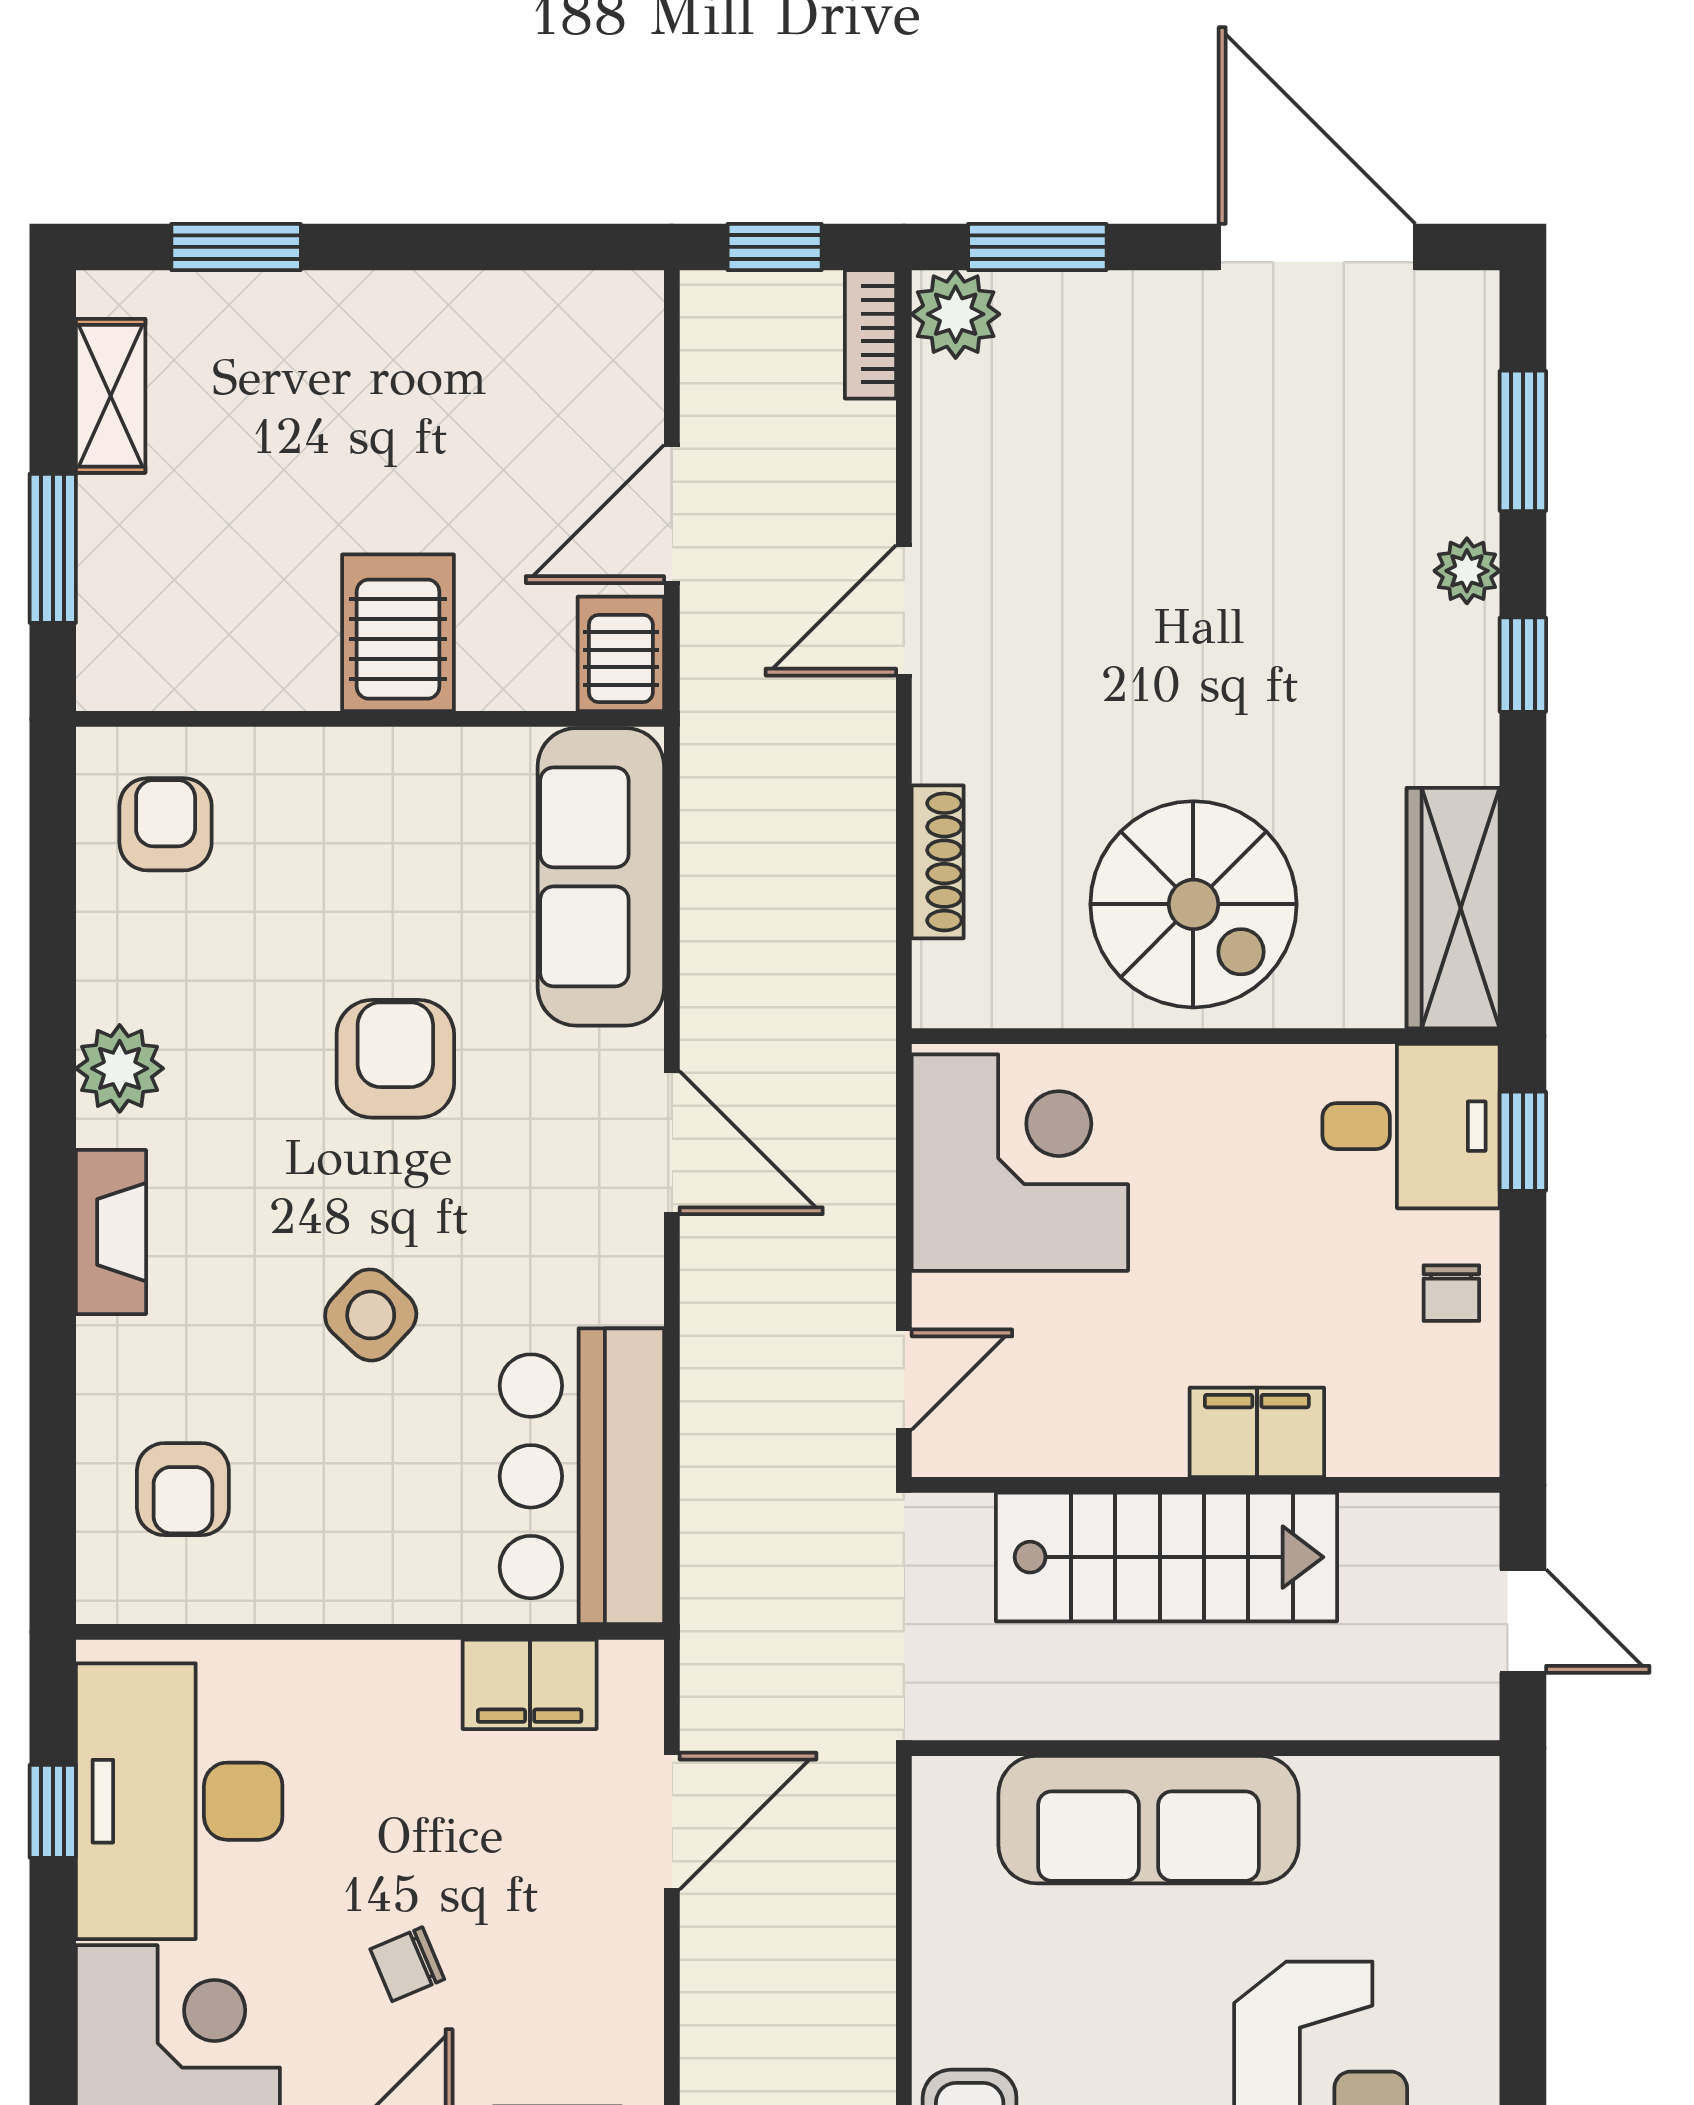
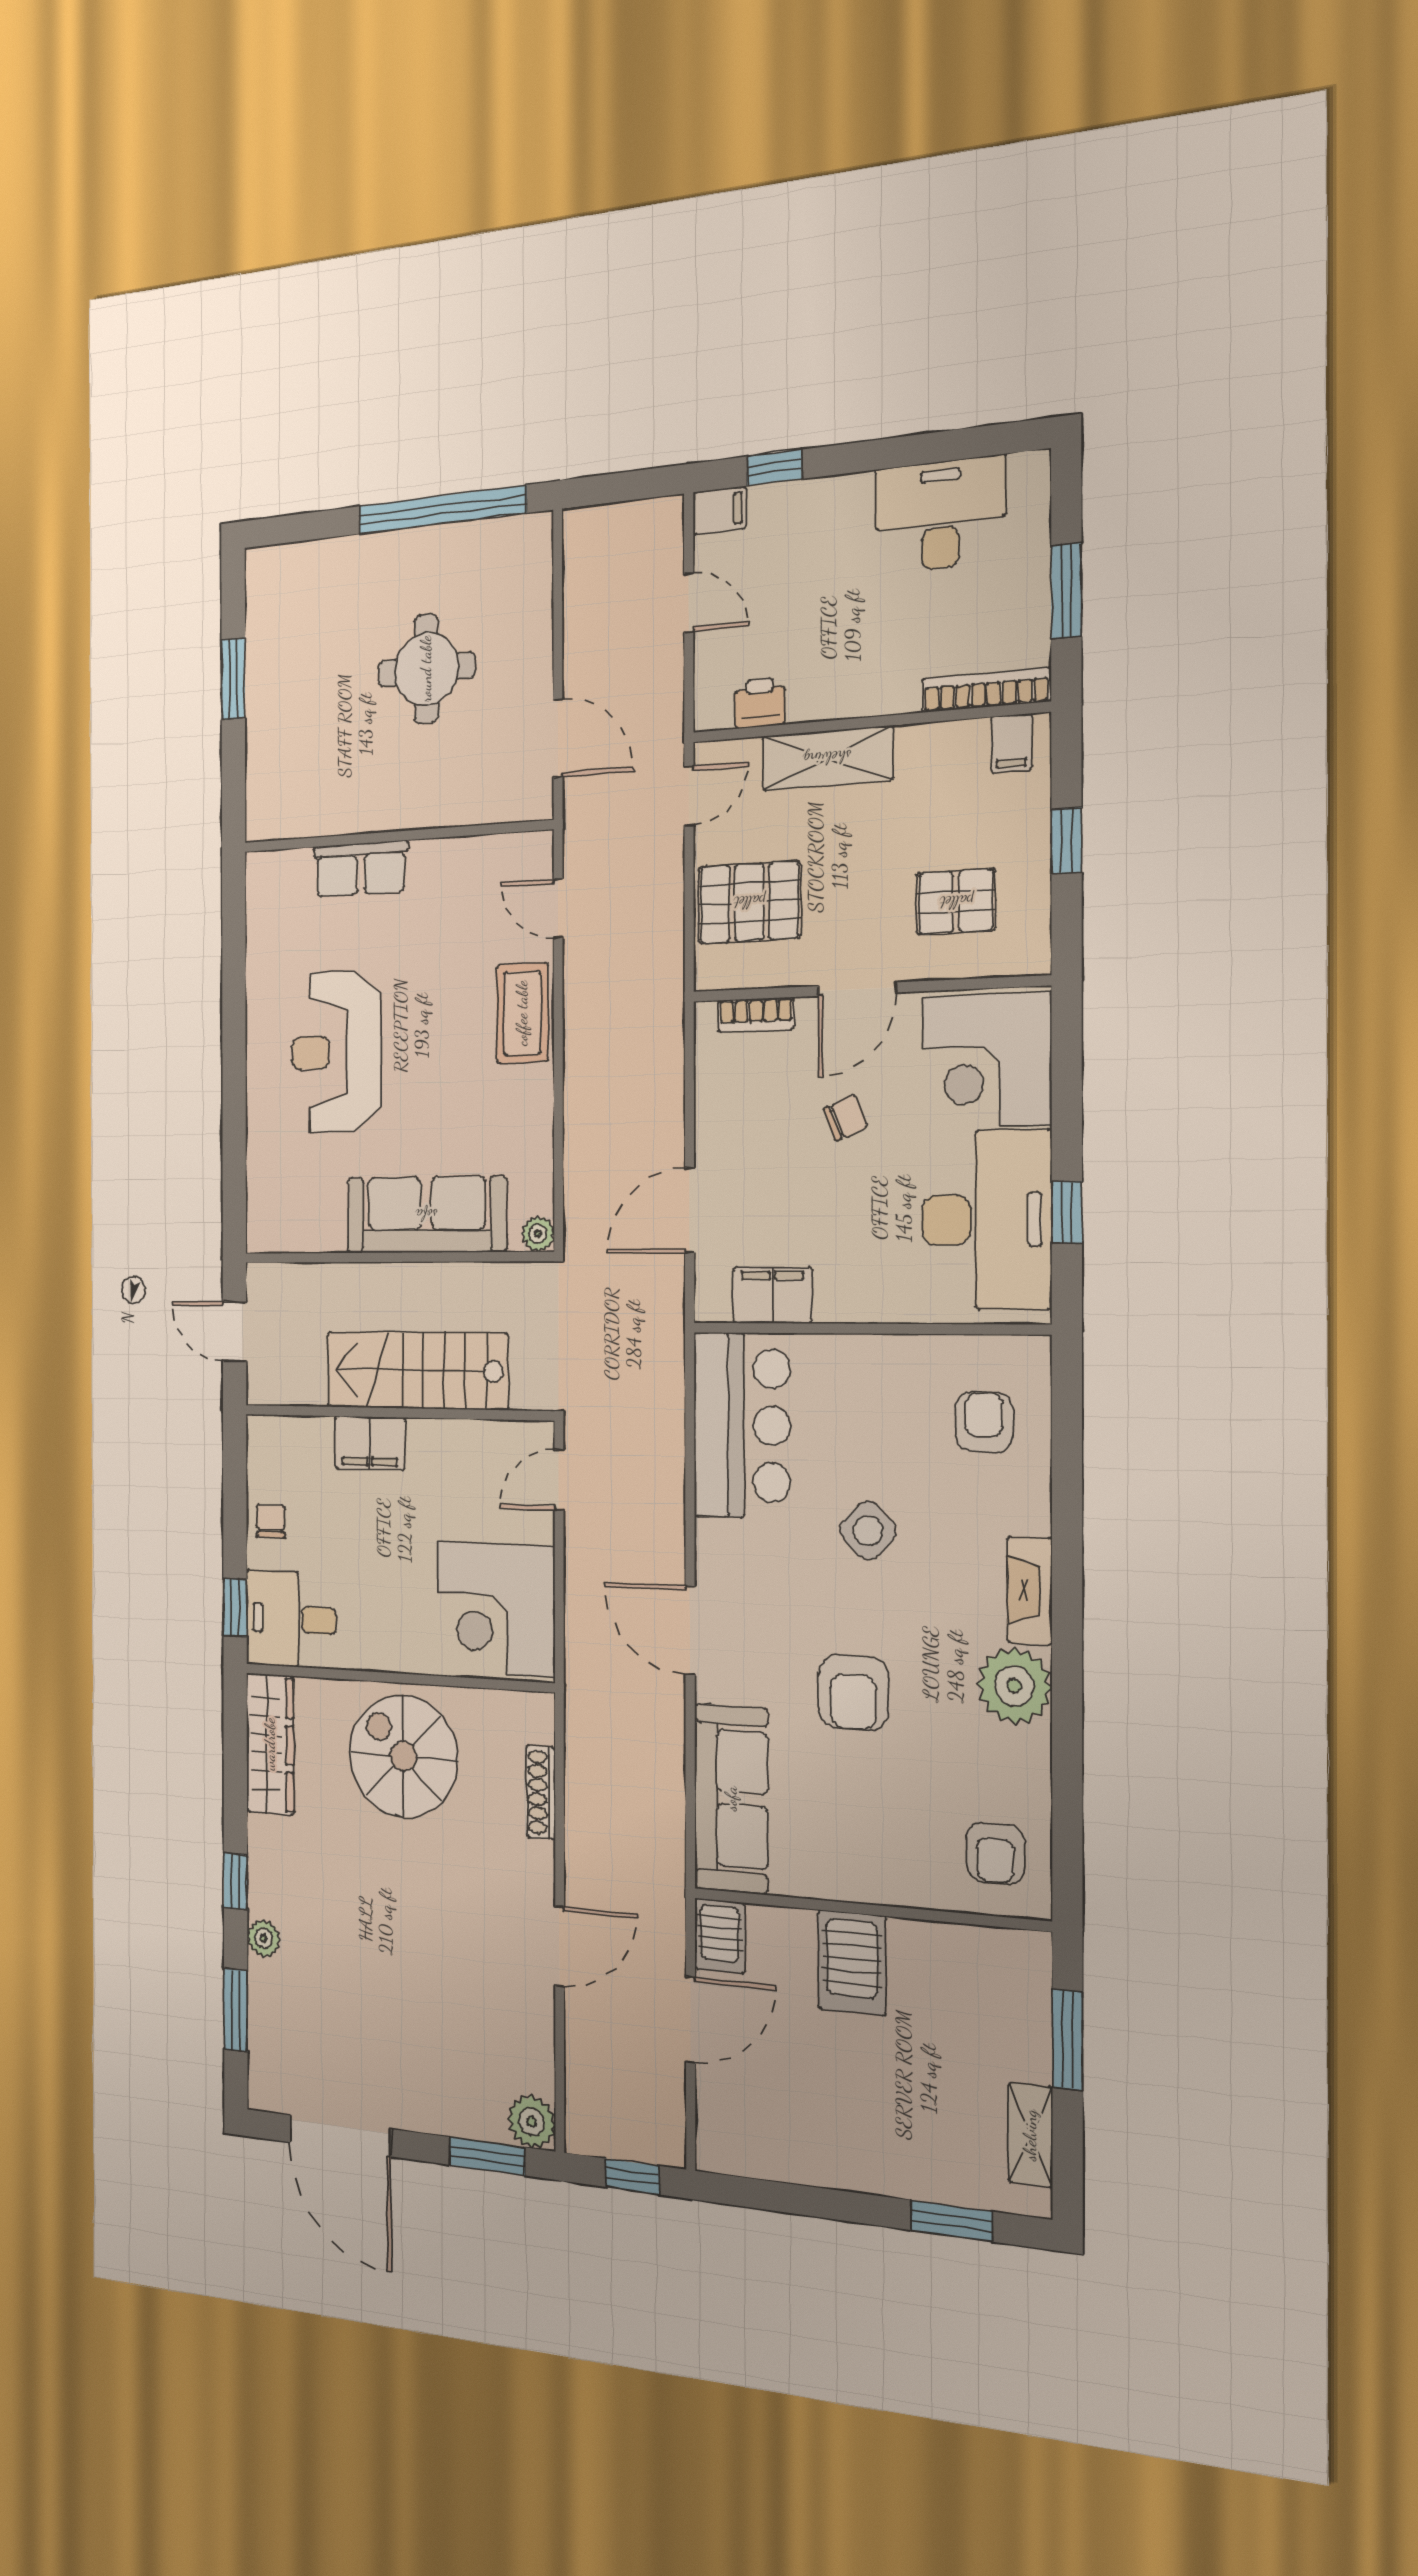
bookcase: (870, 334) -> (578, 2116), removed
plant: (120, 1068) -> (1014, 1686), width x1.36, depth x1.36
plant: (941, 1786) -> (538, 1234), added

